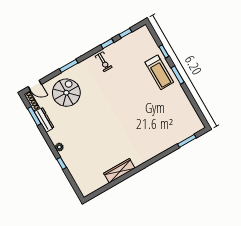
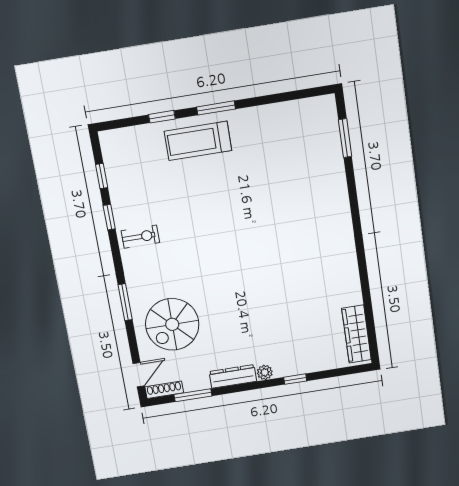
treadmill: (159, 72) -> (198, 141), turned 180
spiral stairs: (66, 93) -> (172, 324), turned -90
dresser: (44, 120) -> (233, 376), moved
wardrobe: (119, 171) -> (356, 334), moved

